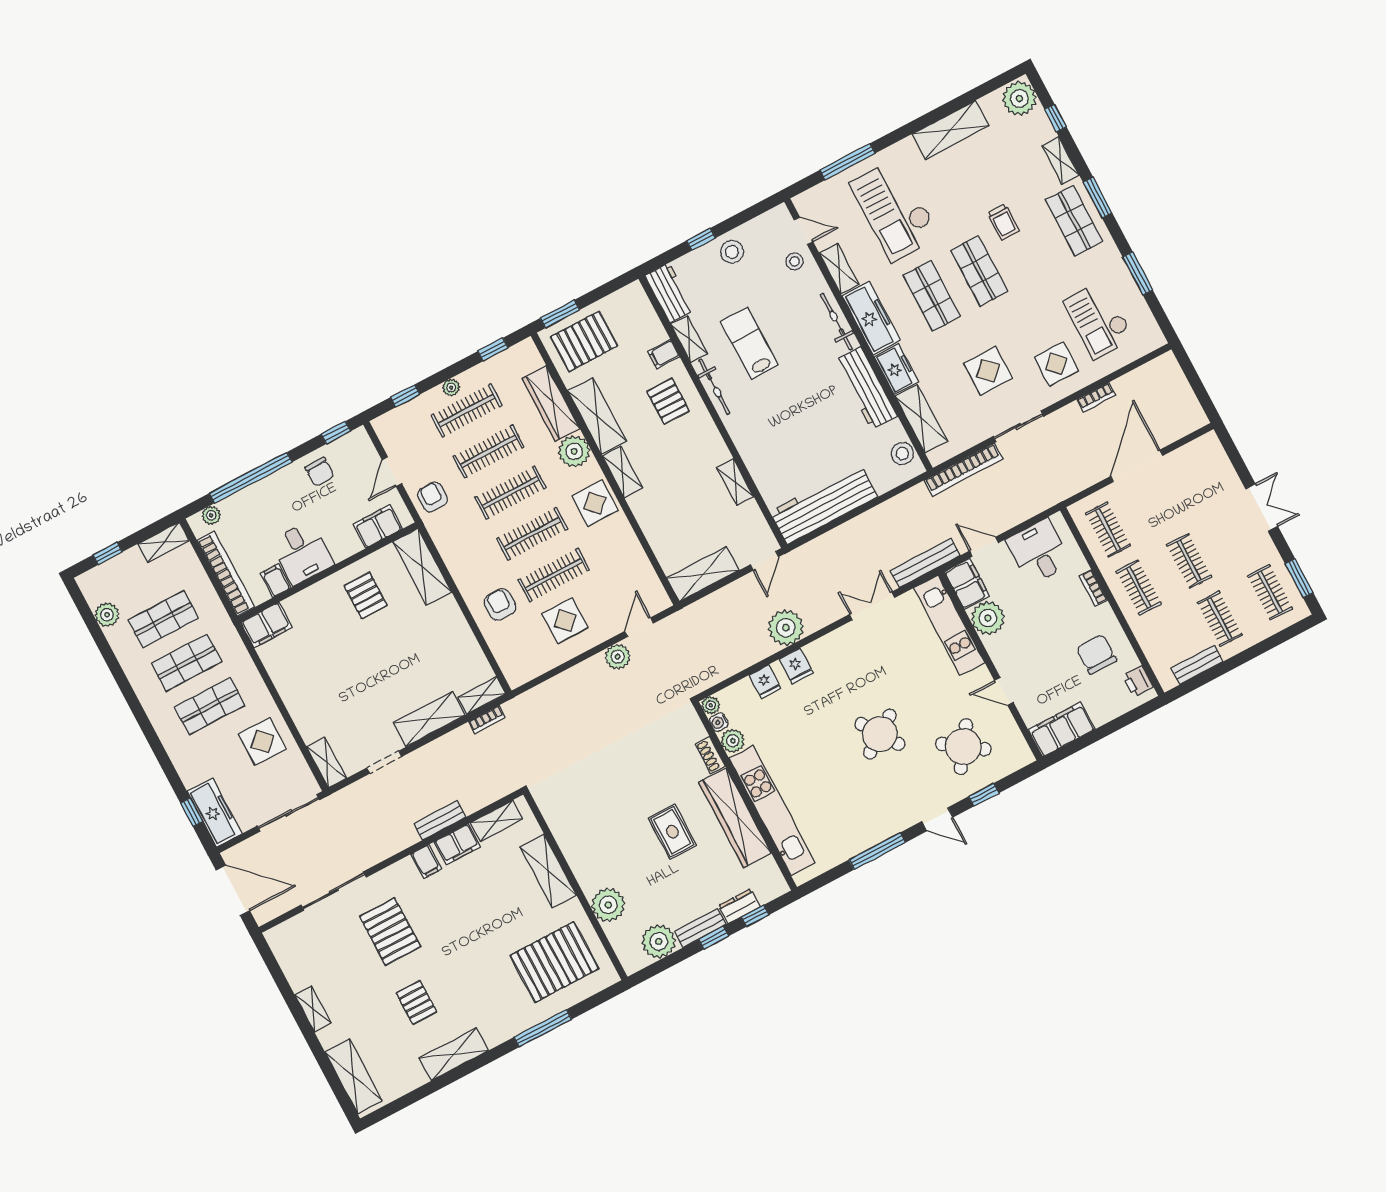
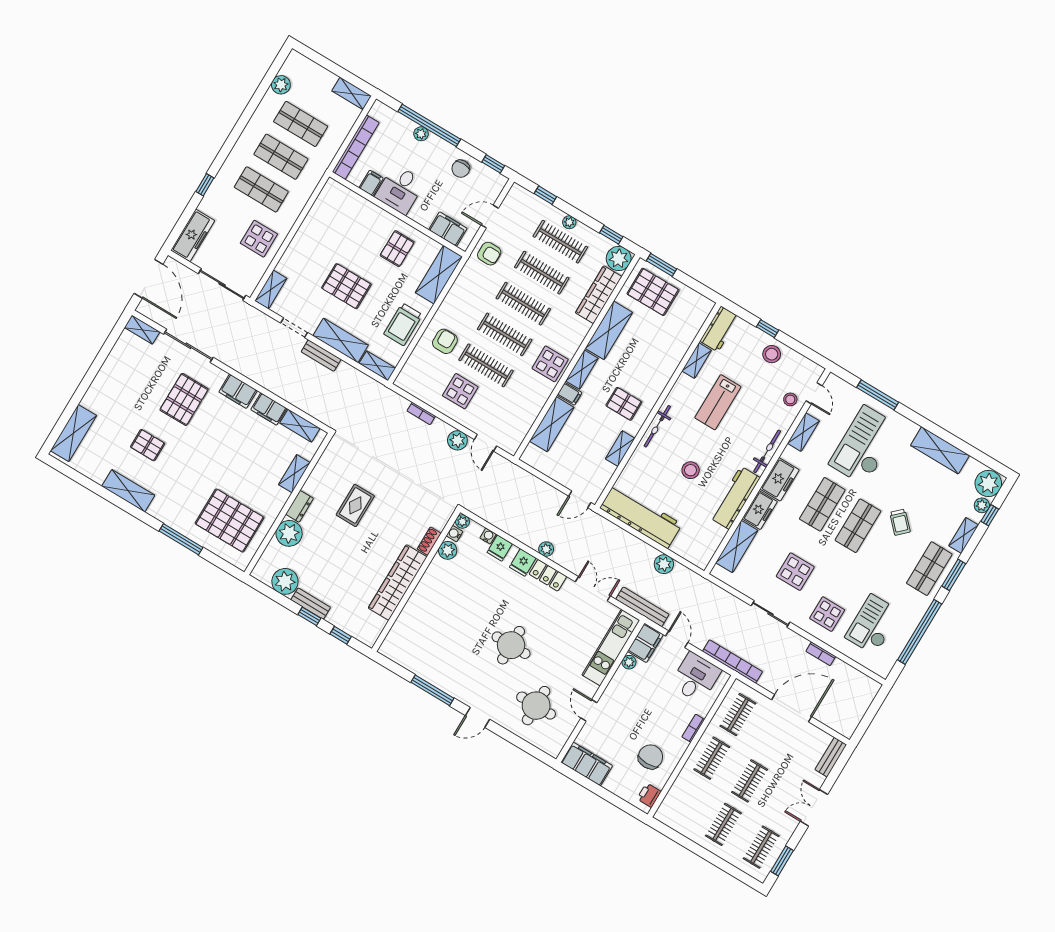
plant: (1039, 120) -> (982, 505), added
trolley: (1003, 222) -> (900, 522), turned -44
window: (1138, 273) -> (920, 632), width x2.11
freezer: (871, 318) -> (780, 479), width x0.71
lab bench: (749, 343) -> (718, 402), turned 180
filing cabinet: (664, 354) -> (570, 394), moved, turned 180
bicycle: (714, 387) -> (657, 426), moved
pallet: (668, 401) -> (624, 404), moved, turned 90
plant: (574, 451) -> (619, 259), moved
stool: (902, 453) -> (691, 470), moved
bookcase: (963, 470) -> (733, 661), moved, turned 180
armchair: (432, 497) -> (489, 254), turned 90
double door: (1262, 508) -> (814, 808), swing flipped
plant: (892, 511) -> (664, 564), added
plant: (211, 515) -> (421, 134), moved
window: (108, 553) -> (322, 61), removed
shelving: (703, 574) -> (552, 424), moved, turned 90
plant: (988, 618) -> (629, 662), width x0.53, depth x0.53
filing cabinet: (266, 625) -> (338, 195), removed
door: (639, 627) -> (485, 443), swing flipped
plant: (786, 628) -> (546, 549), width x0.53, depth x0.53
trolley: (453, 639) -> (403, 324), added
locker: (827, 647) -> (548, 575), added
bench: (1197, 665) -> (831, 757), moved, turned 90
pallet: (373, 677) -> (346, 286), added
water cooler: (744, 687) -> (488, 536), added
bookcase: (487, 720) -> (421, 413), moved
round table: (880, 734) -> (511, 645), turned 34
round table: (963, 747) -> (536, 706), turned -35
window: (984, 795) -> (512, 738), removed
kitchen unit: (772, 811) -> (417, 604), removed
window: (192, 812) -> (205, 185), moved
door: (937, 819) -> (477, 717), hinge flipped
bench: (440, 820) -> (321, 356), moved
rug: (672, 832) -> (355, 505), moved
filing cabinet: (426, 862) -> (238, 391), width x2.00
shelving: (548, 871) -> (294, 474), width x0.67, depth x0.75
dresser: (739, 906) -> (299, 506), moved, turned 90
pallet: (416, 1002) -> (148, 445), turned 90
shelving: (313, 1009) -> (142, 330), moved, turned 90

